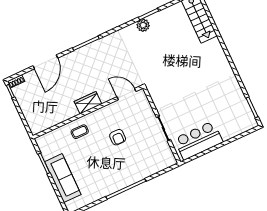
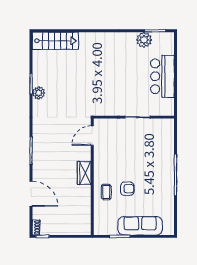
plant: (239, 101) -> (144, 40), added
armchair: (118, 137) -> (127, 189), moved
bar counter: (198, 140) -> (162, 76), moved

